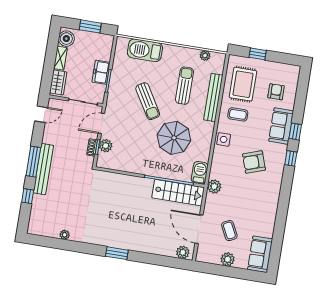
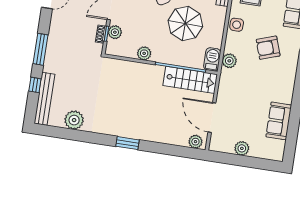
plant: (134, 166) -> (144, 53), added
bench: (43, 169) -> (44, 99), moved
plant: (214, 187) -> (229, 61), moved
coffee table: (229, 231) -> (243, 119), removed
plant: (65, 235) -> (74, 120), width x1.87, depth x1.87
sofa: (260, 254) -> (279, 121), moved

